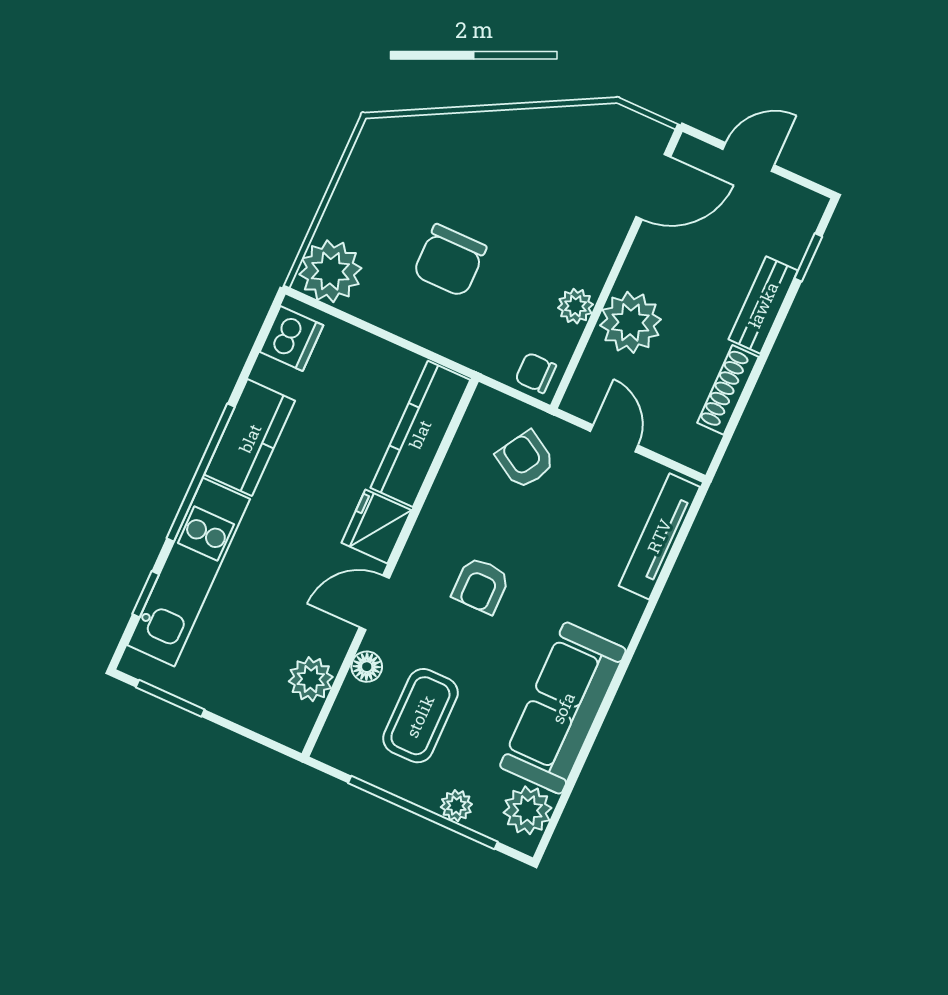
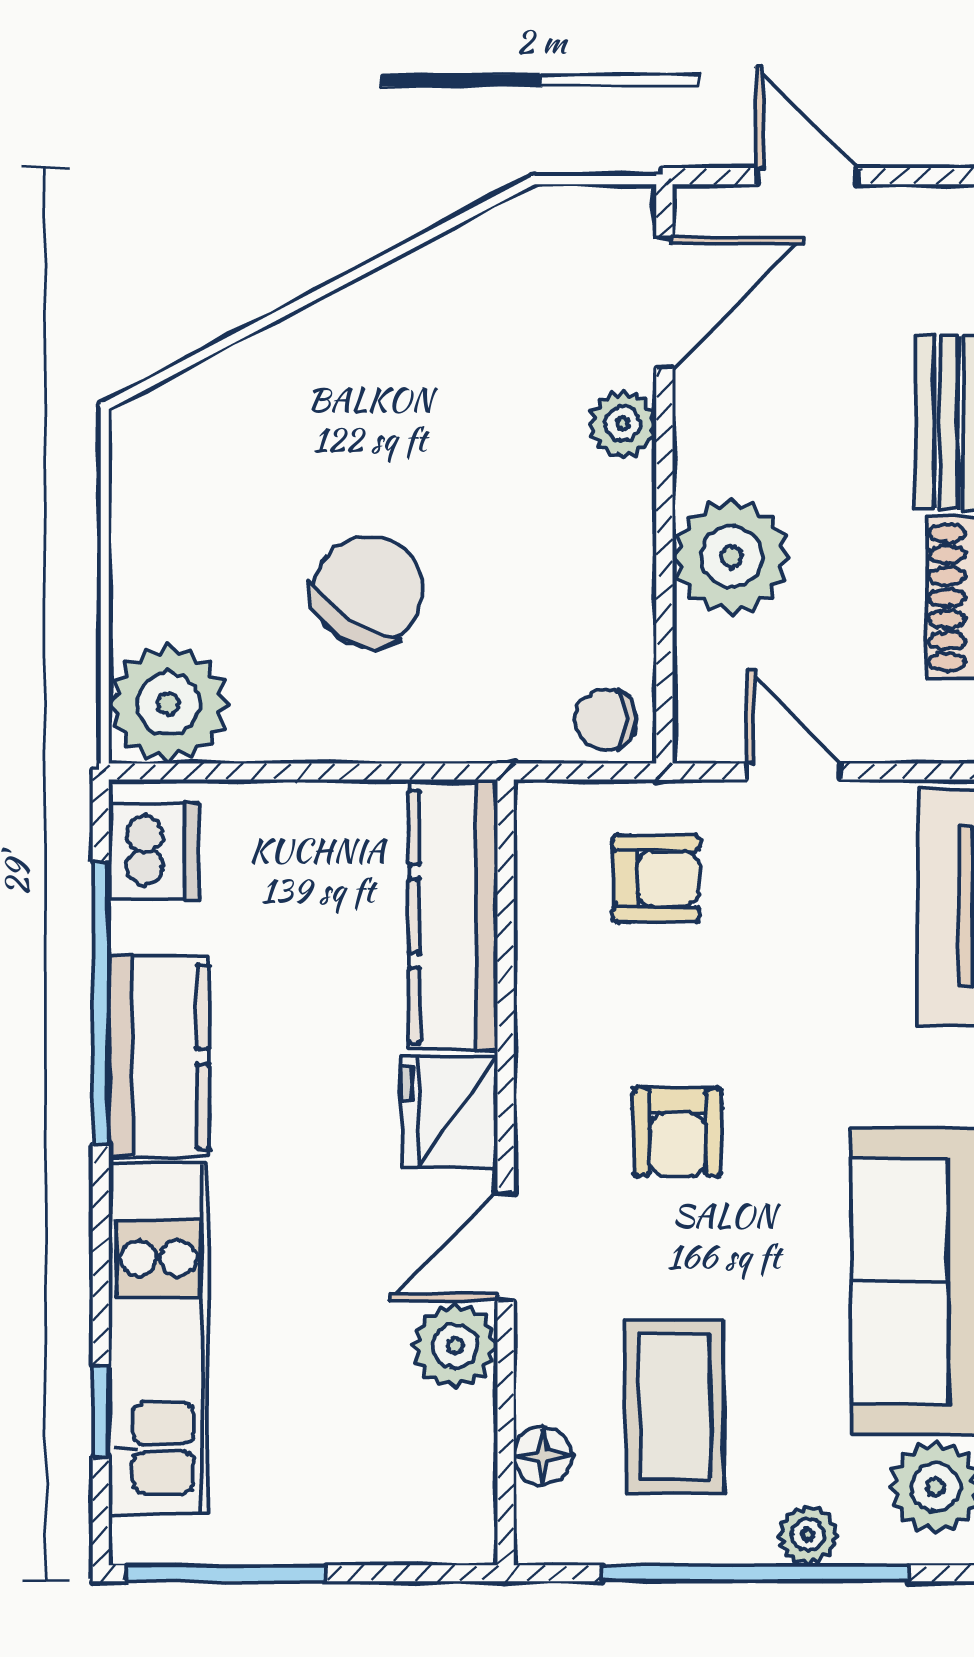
door: (749, 157) -> (807, 176), hinge flipped
chair: (450, 261) -> (368, 591), turned -147
plant: (575, 306) -> (623, 424), moved
armchair: (525, 460) -> (656, 879), turned 149
window: (201, 473) -> (101, 1003), moved
floor lamp: (367, 667) -> (543, 1455), moved
plant: (311, 679) -> (455, 1346), moved
window: (170, 698) -> (225, 1573), width x1.44

